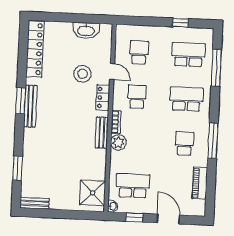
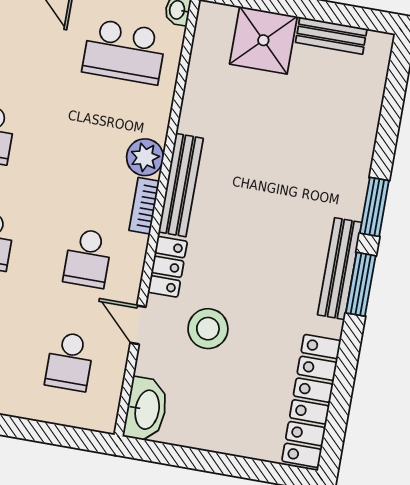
washbasin: (86, 30) -> (146, 409), moved, turned 90
bench: (102, 133) -> (181, 185), width x1.36
window: (18, 168) -> (374, 207), moved
shower: (93, 193) -> (263, 40), moved
bench: (35, 203) -> (331, 36), moved

